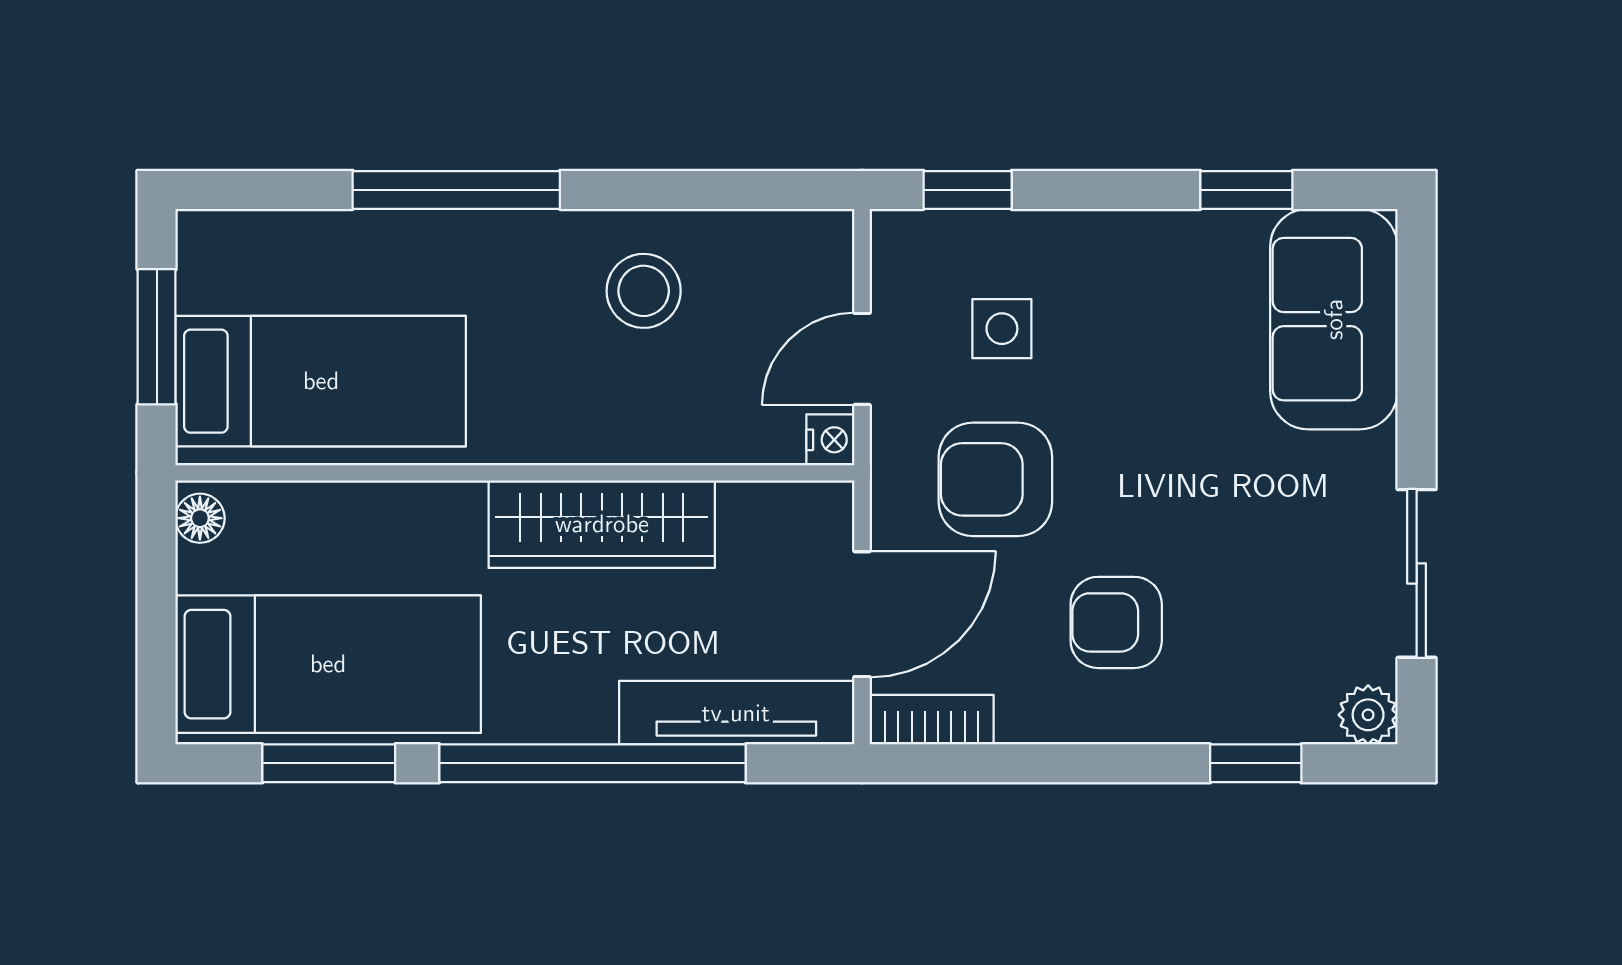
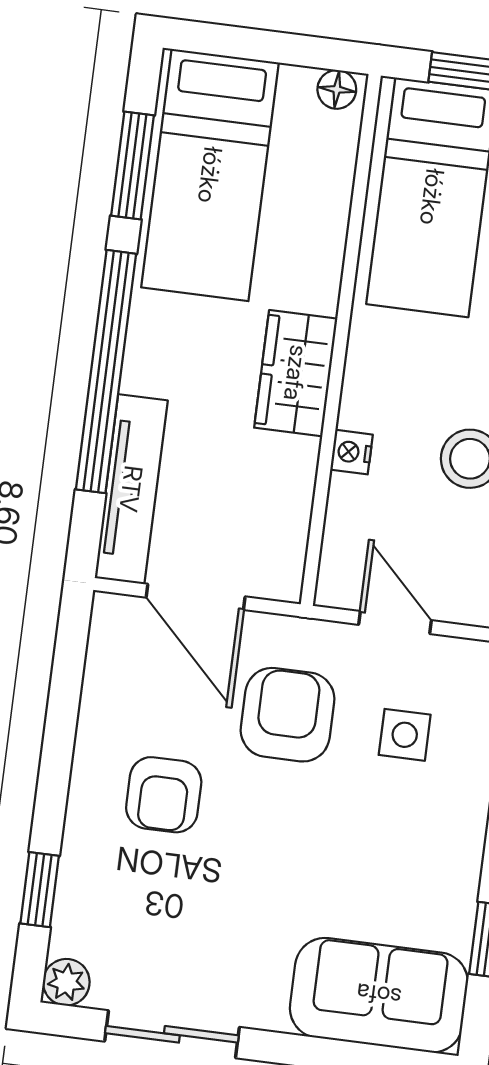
nightstand: (830, 440) -> (351, 452), moved, turned 90
wardrobe: (602, 524) -> (296, 373), width x0.67
armchair: (1116, 622) -> (164, 795), turned 180
bookcase: (932, 720) -> (106, 641), removed

